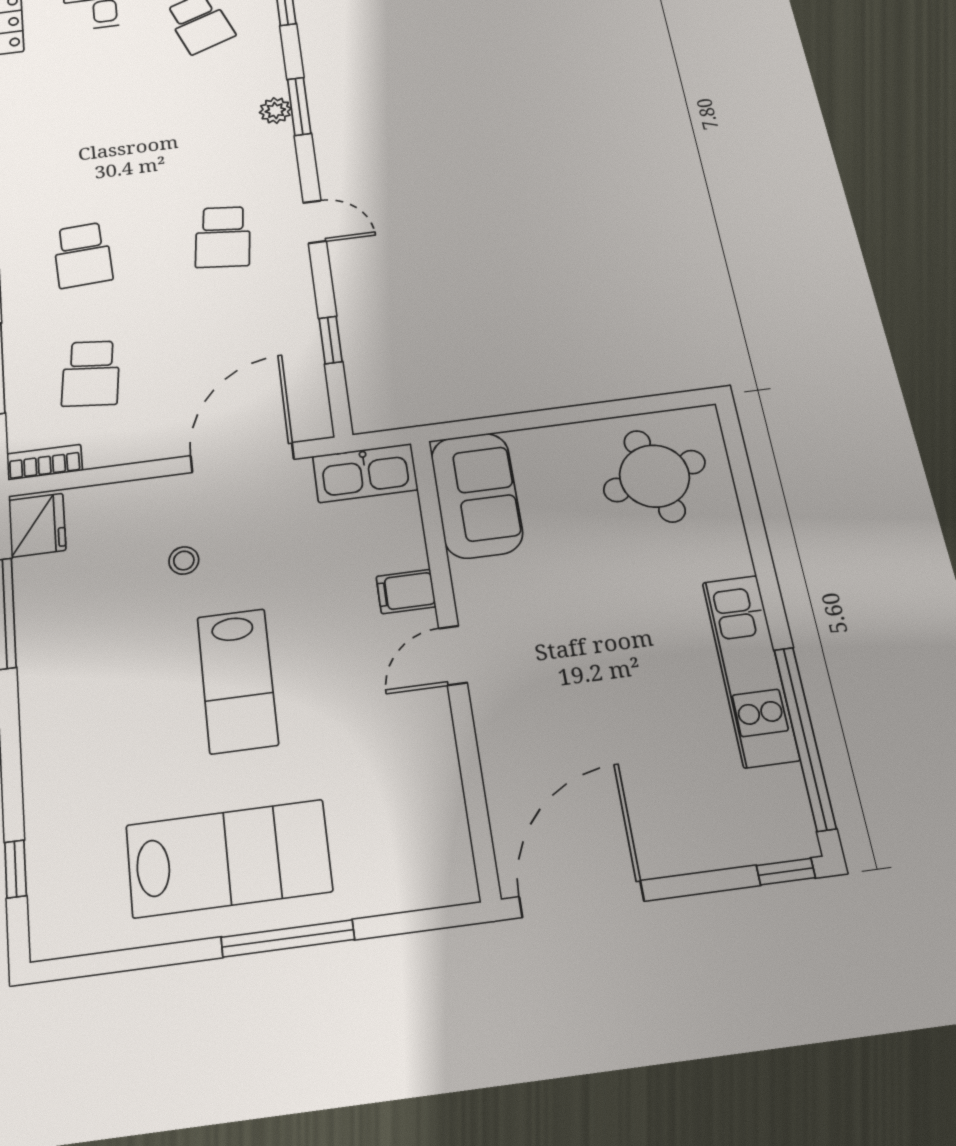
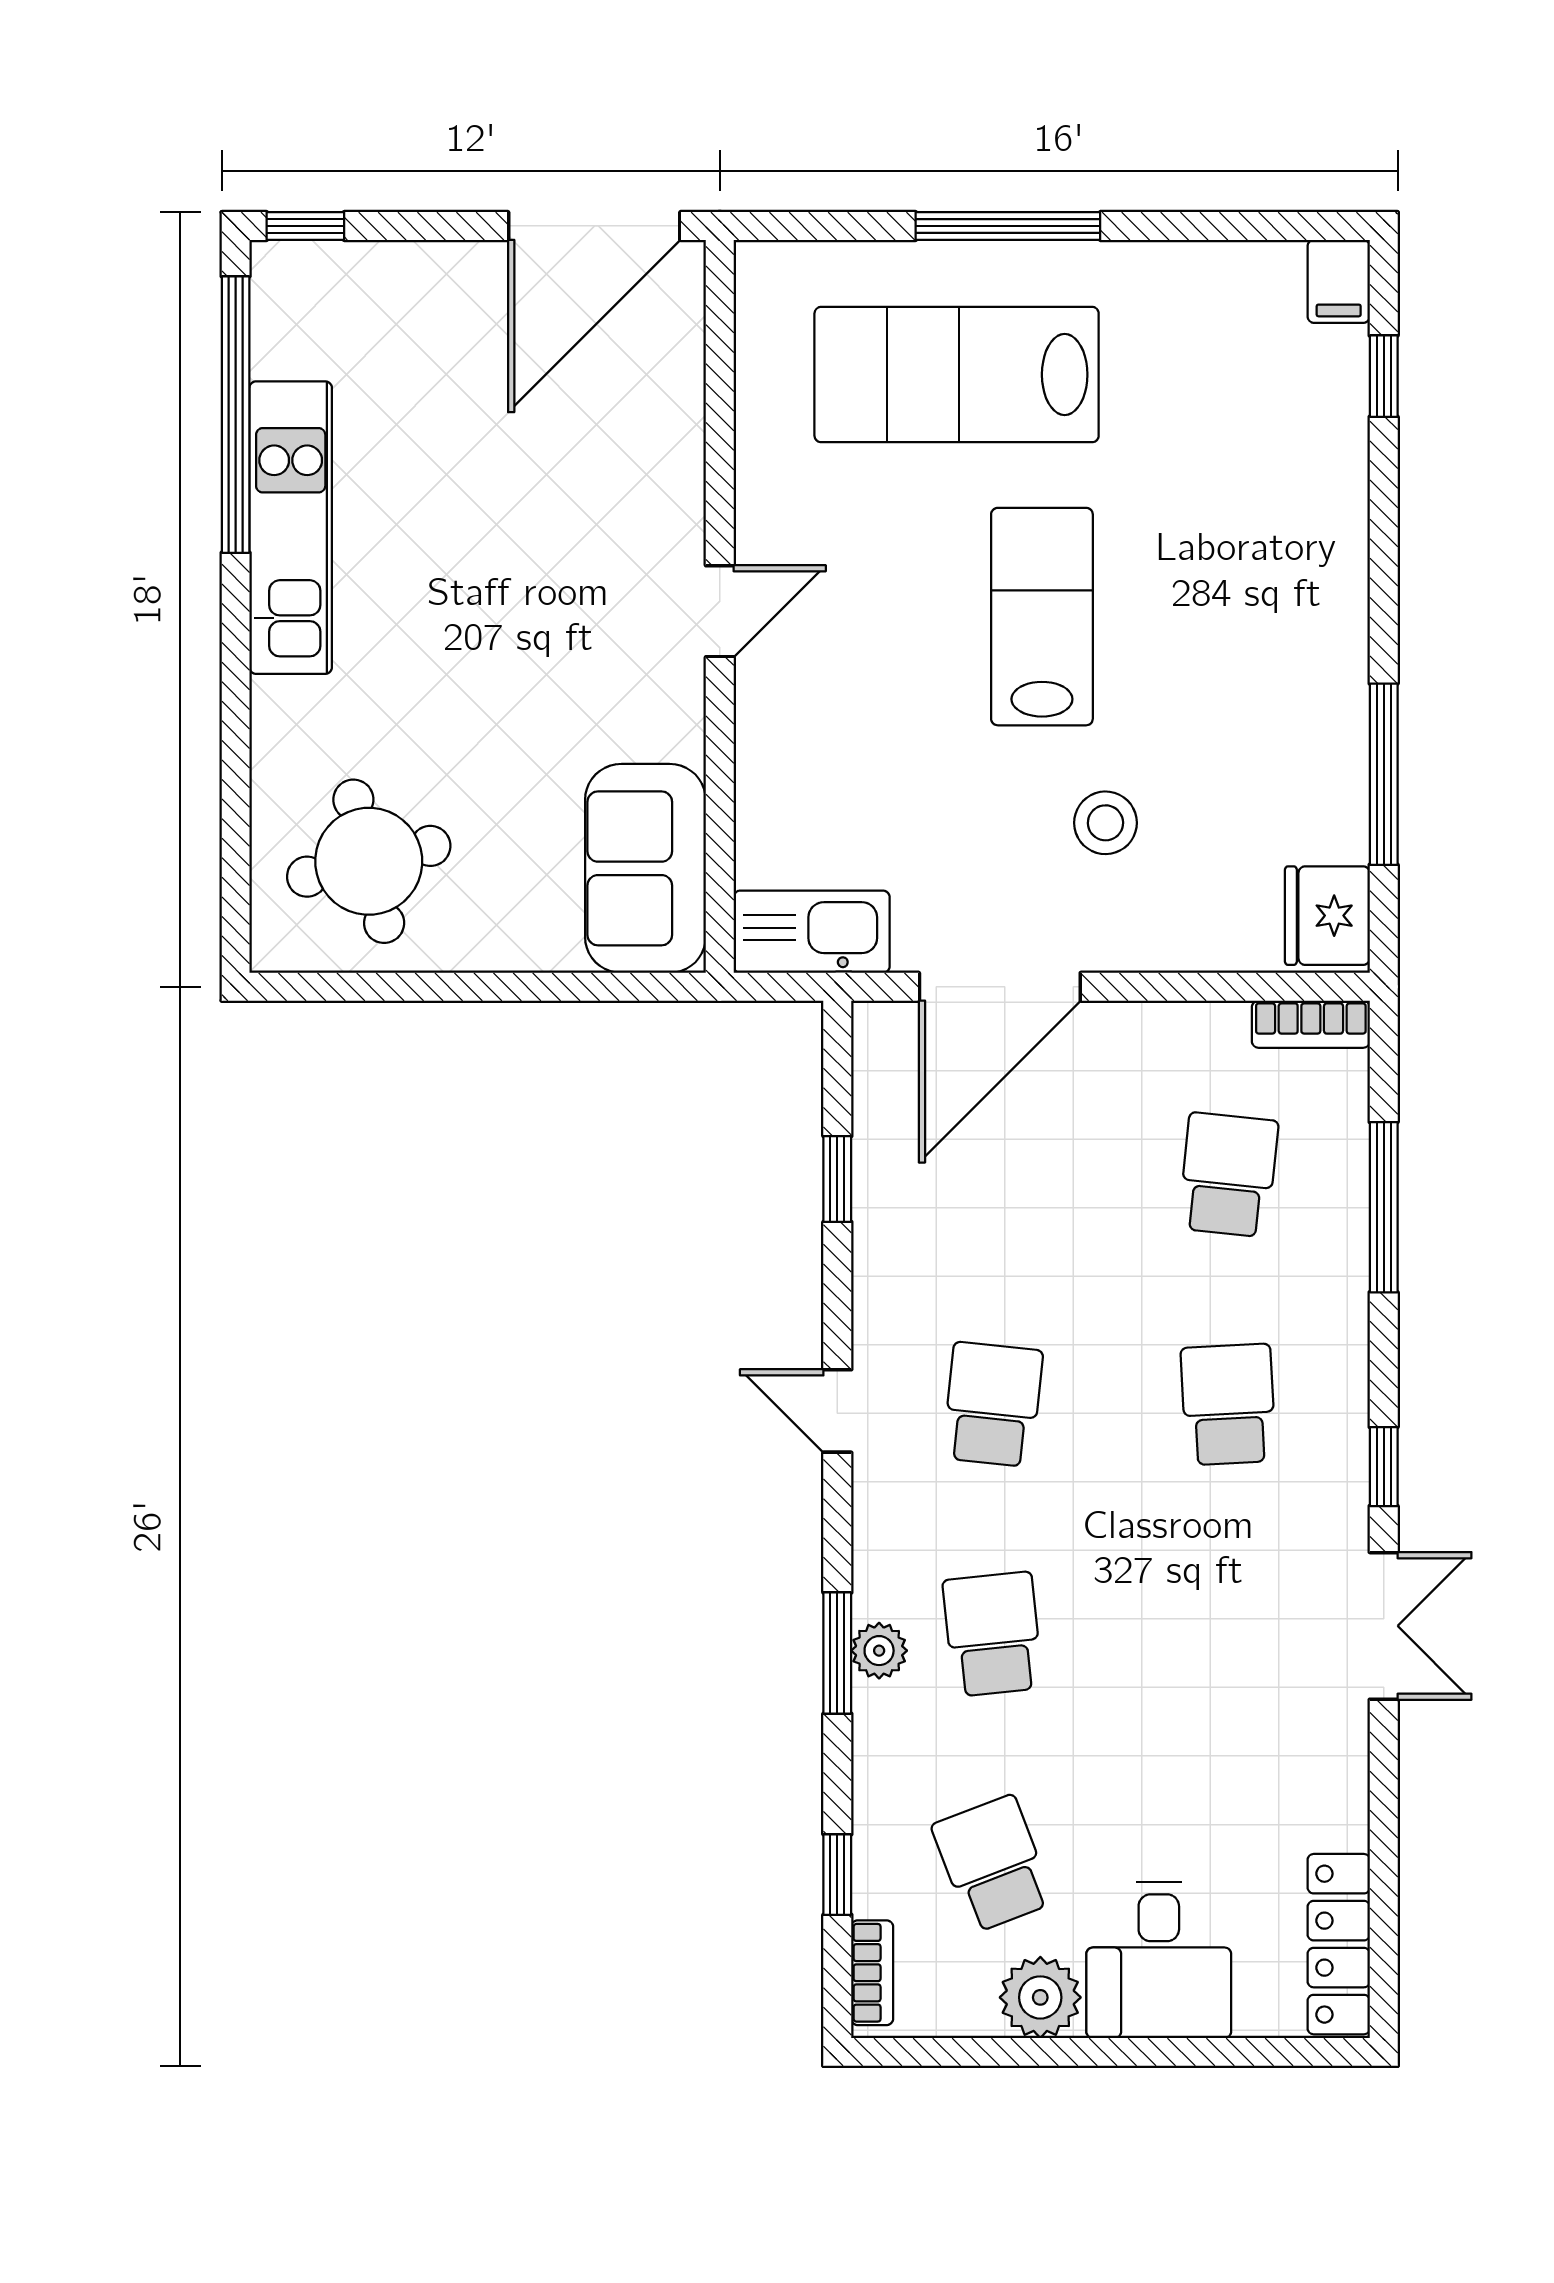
school desk: (211, 127) -> (993, 1634), added
stool: (184, 561) -> (1105, 823), width x1.37, depth x1.37
filing cabinet: (406, 591) -> (1339, 281), moved, turned 90
lab bench: (229, 858) -> (957, 375), moved

